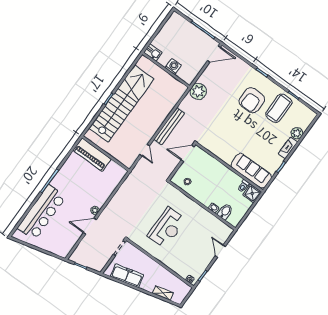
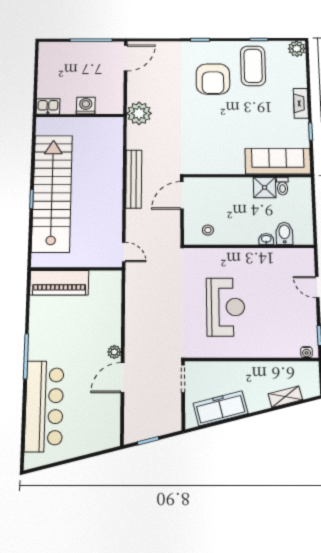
plant: (297, 133) -> (297, 49), moved
door: (145, 150) -> (124, 252), moved
shower: (252, 193) -> (265, 187), moved

